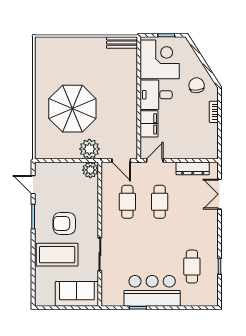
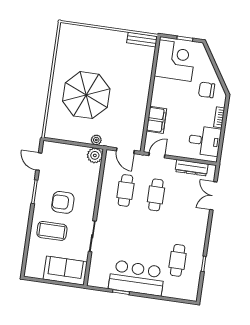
chair: (197, 85) -> (207, 90), turned -85
desk: (156, 95) -> (205, 141), moved, turned 180
plant: (89, 149) -> (96, 140), width x0.53, depth x0.53
coffee table: (57, 255) -> (52, 231), width x0.73, depth x0.76

